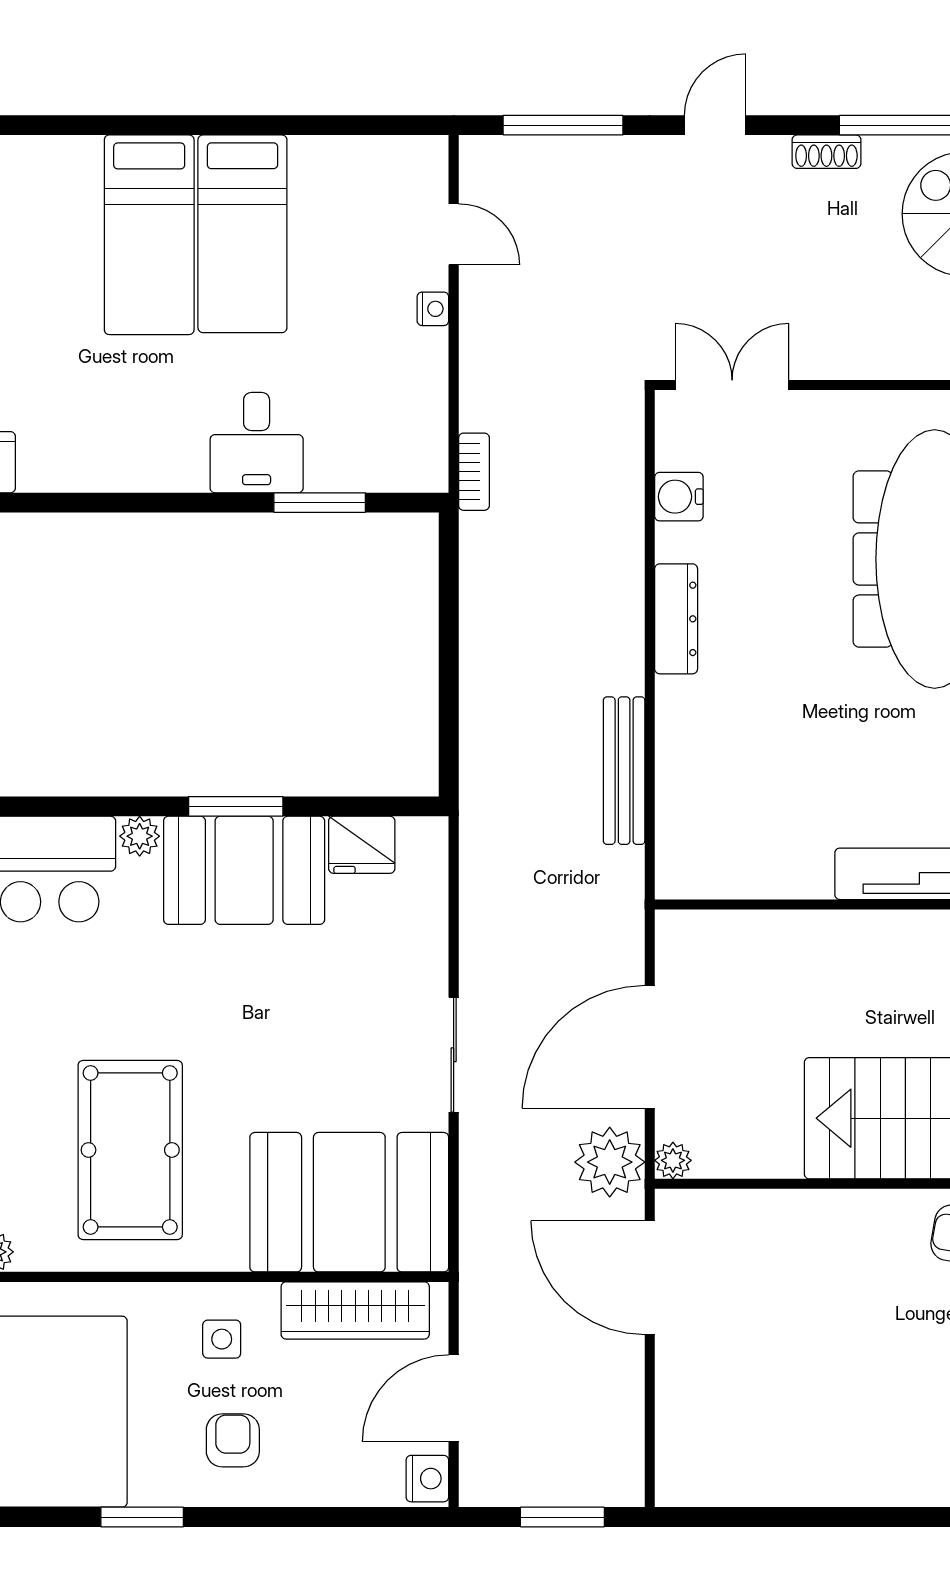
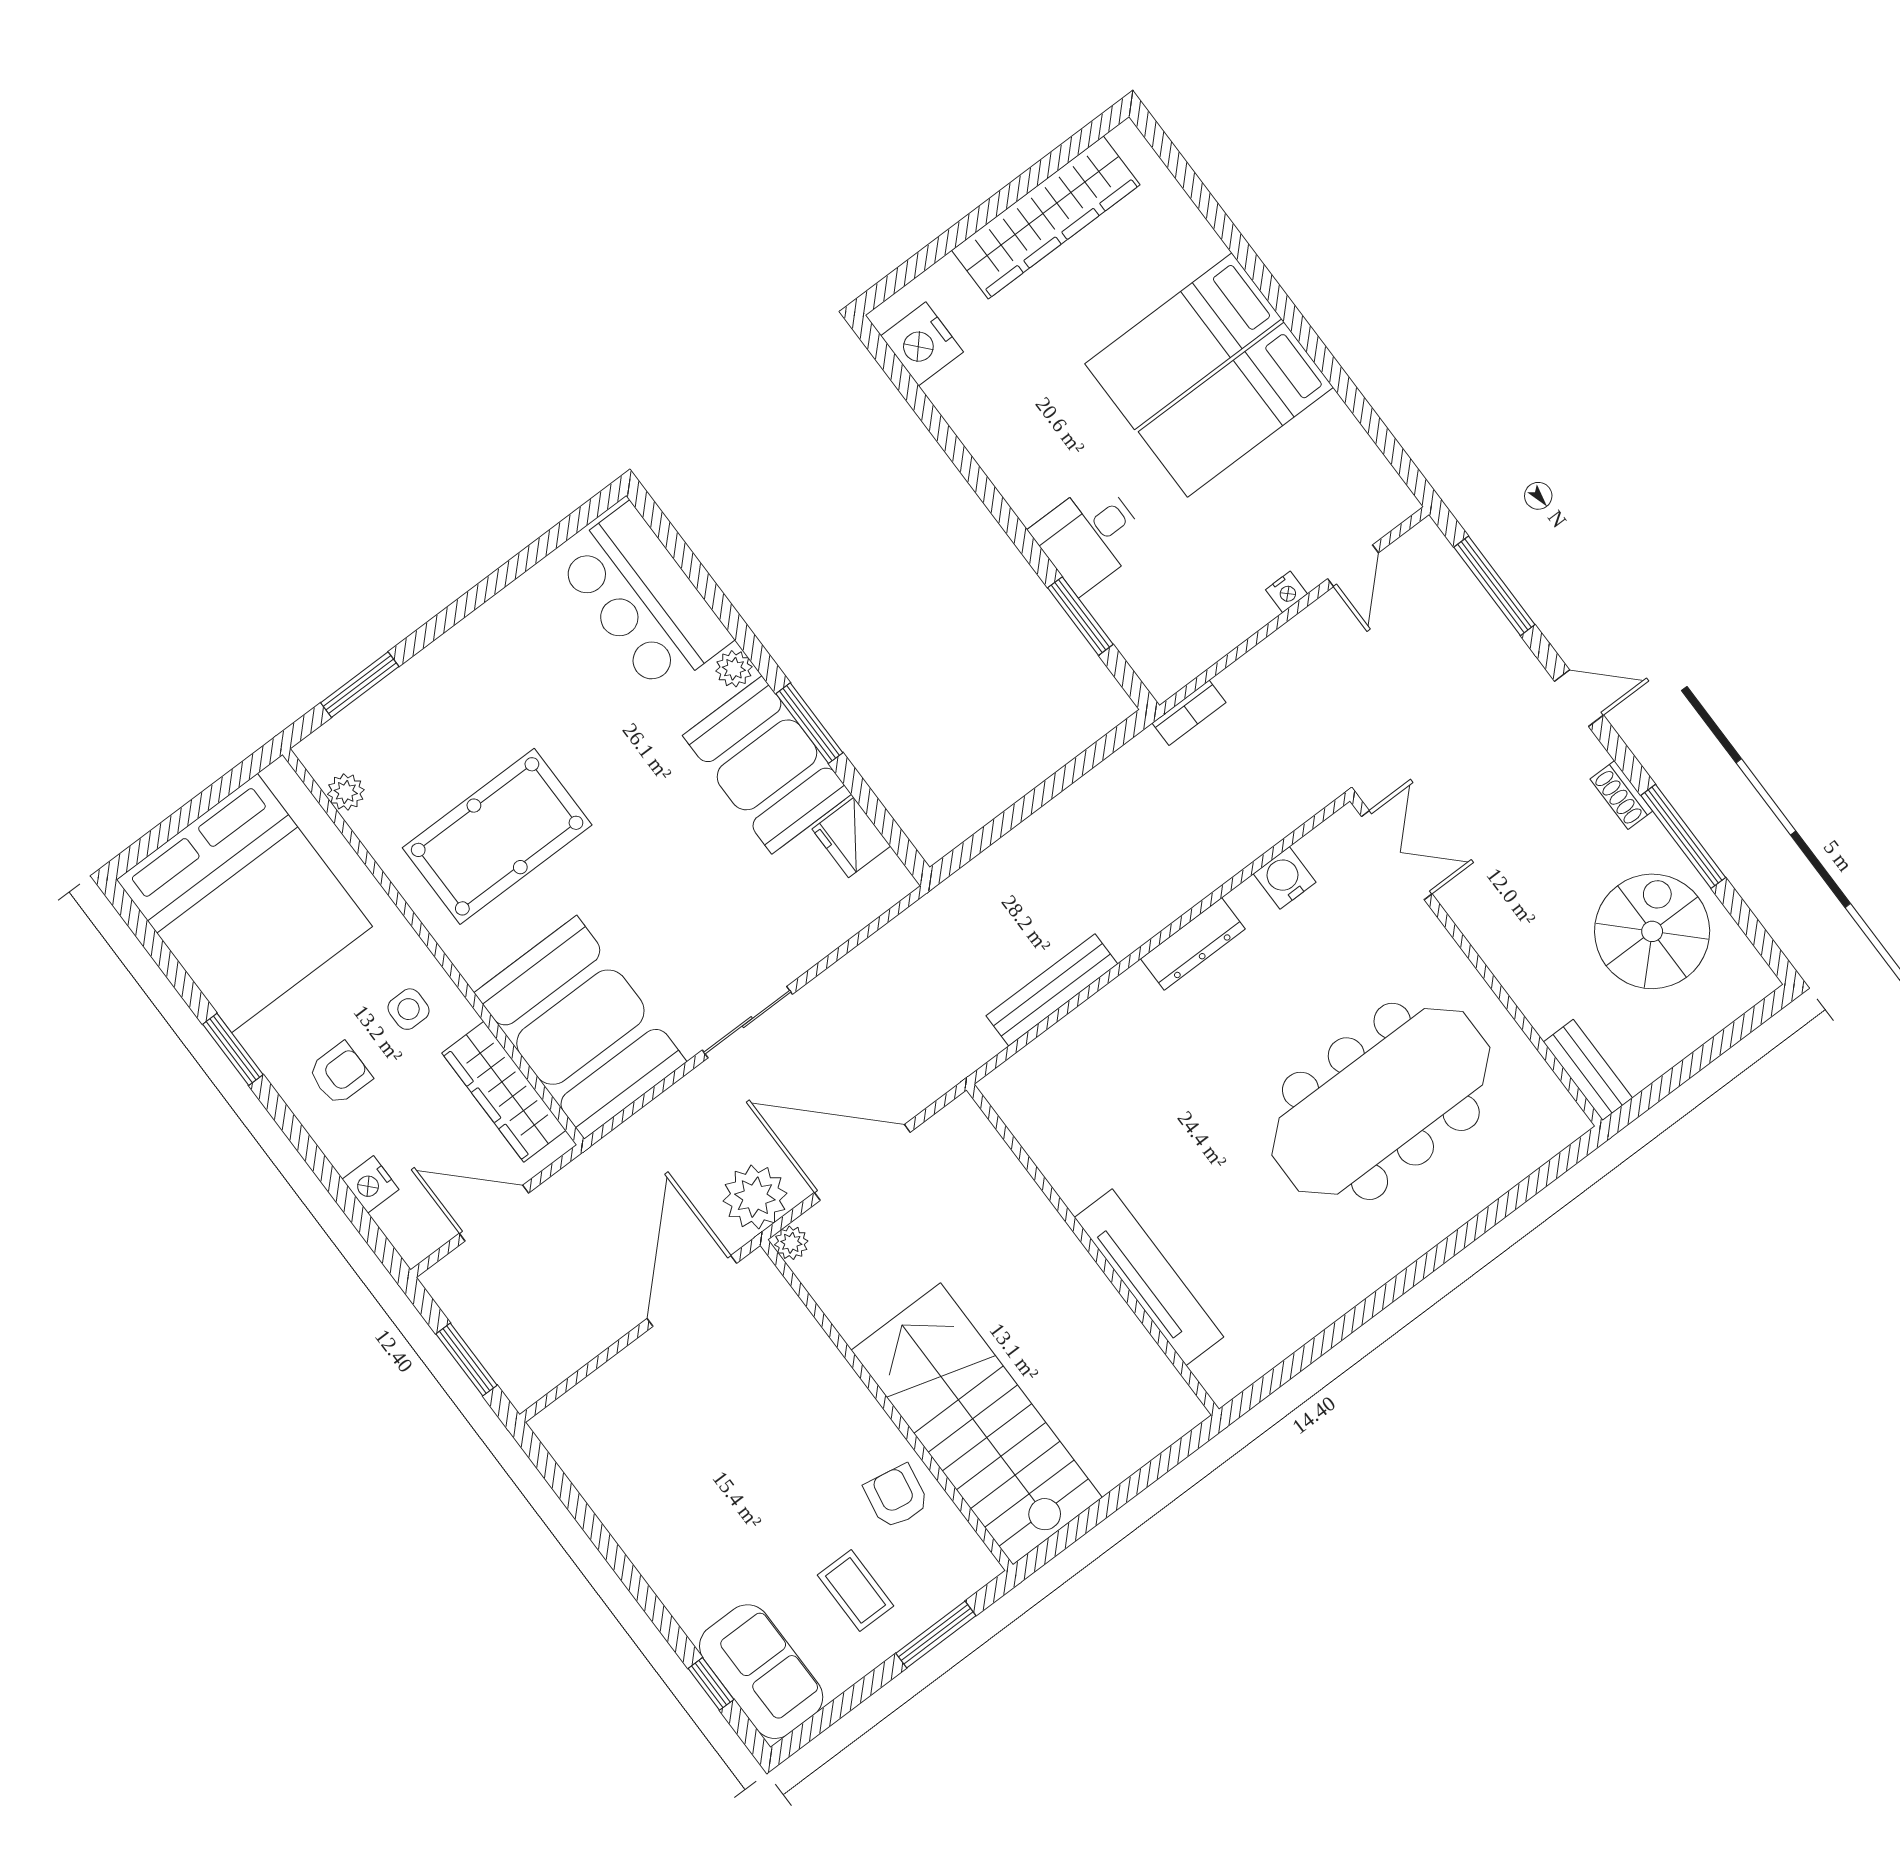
nightstand: (427, 1479) -> (371, 1184), moved, turned 90

